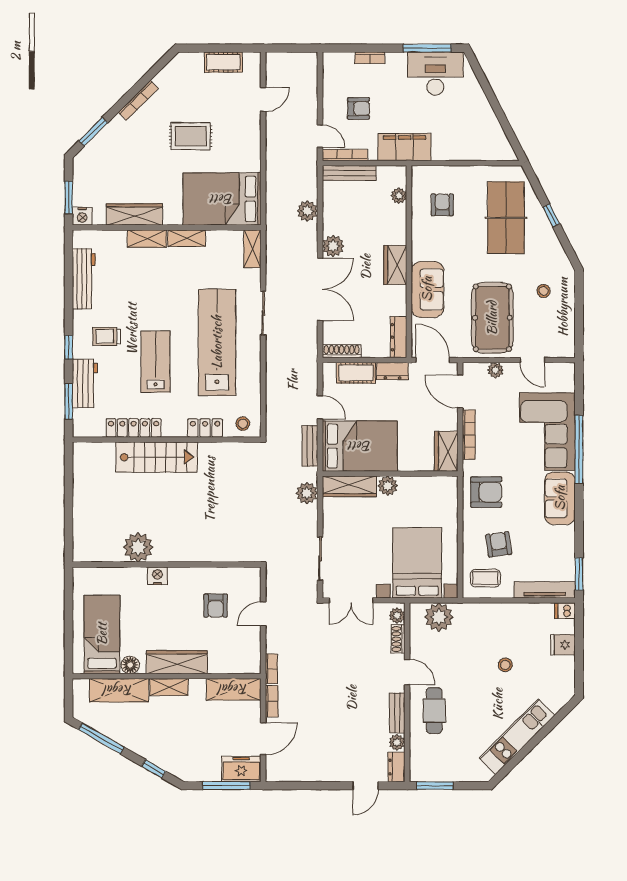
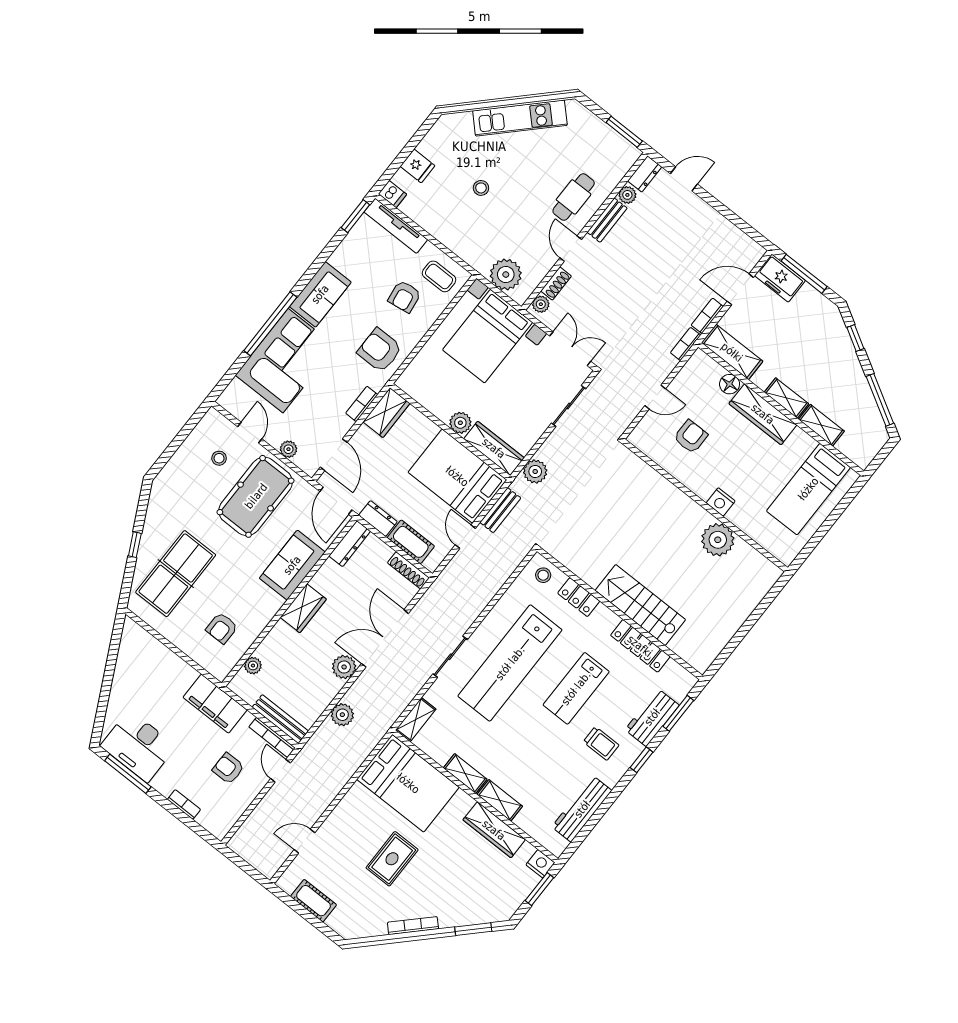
rug: (191, 136) -> (392, 859), turned 90
stool: (544, 291) -> (219, 458), moved
bookcase: (469, 435) -> (362, 404), width x0.64
floor lamp: (130, 665) -> (730, 384), moved
shelving: (119, 690) -> (821, 425), width x0.67, depth x0.75

